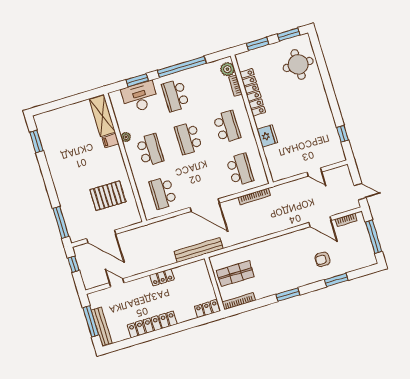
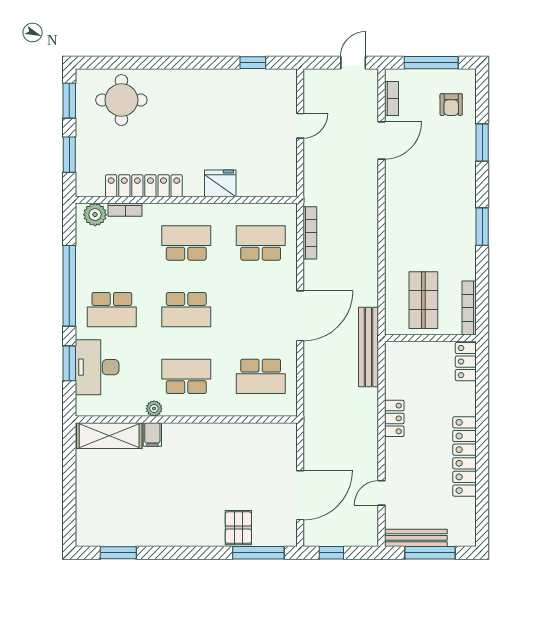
pallet: (108, 196) -> (238, 528), moved, width x0.67, depth x0.71
armchair: (323, 259) -> (451, 105), moved
bench: (102, 326) -> (416, 538), moved

